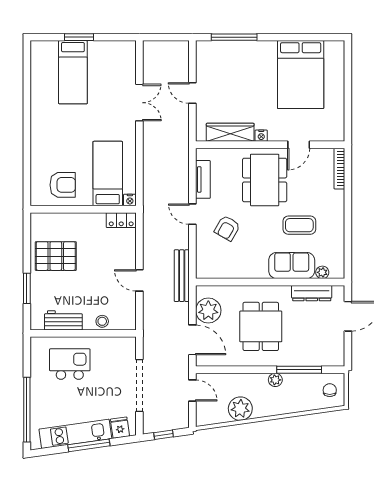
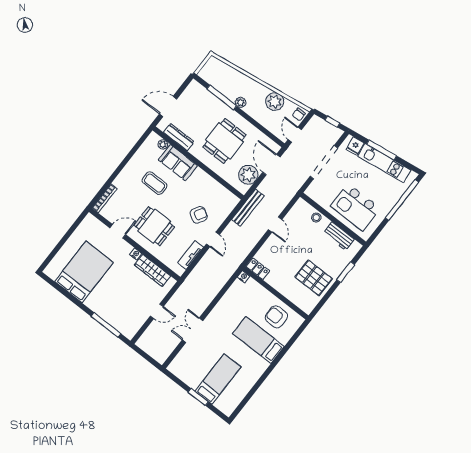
door: (192, 93) -> (157, 311), hinge flipped
bed: (108, 174) -> (258, 340), moved, turned 90
dining table: (265, 180) -> (154, 226), width x0.73
kitchen island: (70, 364) -> (355, 207), width x1.37, depth x1.28
chair: (330, 390) -> (299, 114), moved

